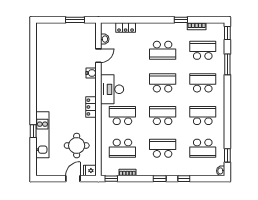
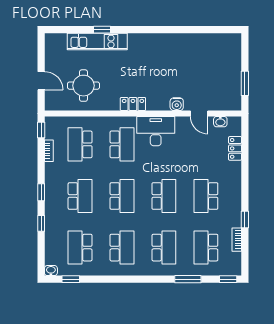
school desk: (203, 50) -> (206, 248), turned 180
fridge: (90, 171) -> (51, 103), removed

